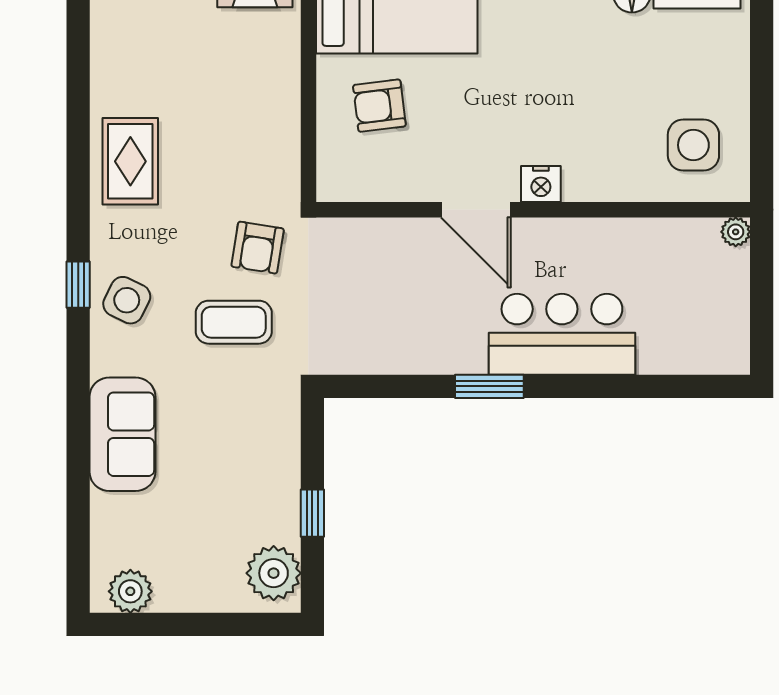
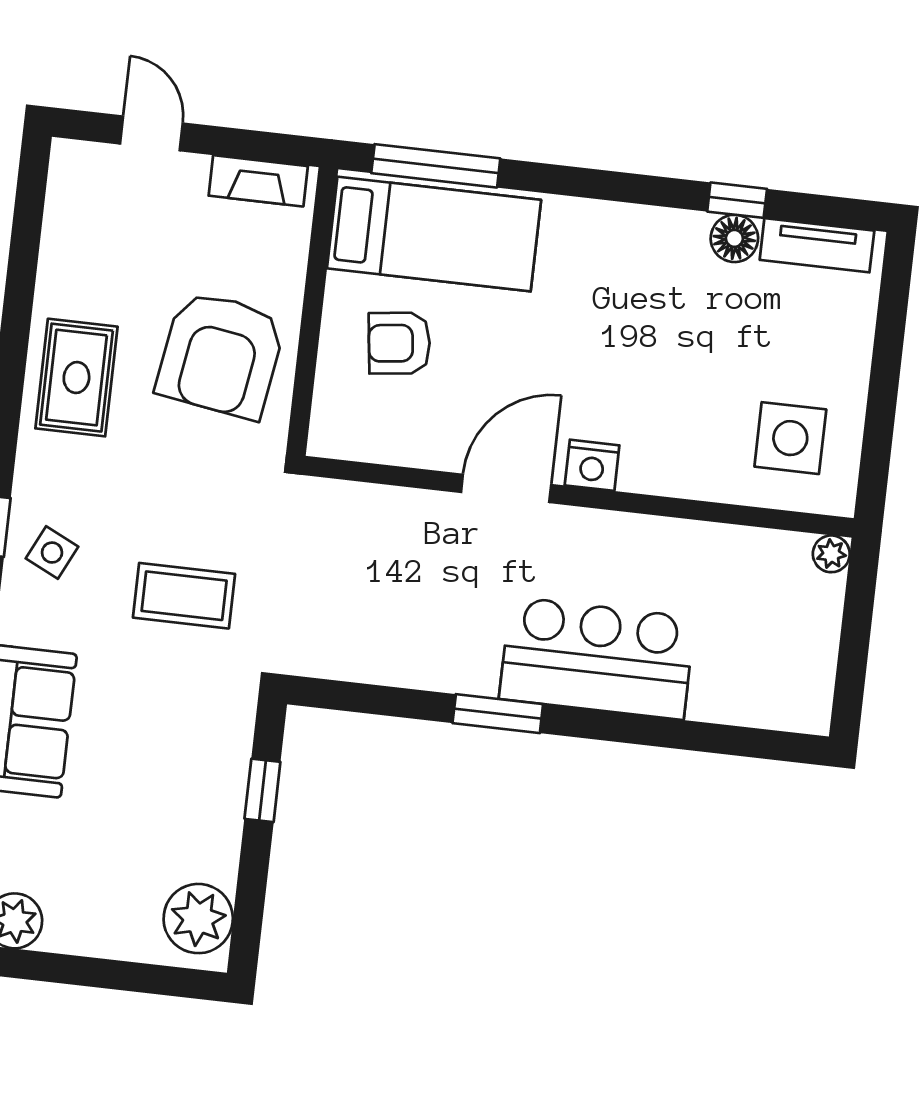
door: (476, 210) -> (506, 488), swing flipped
armchair: (258, 248) -> (221, 355), moved, width x1.88, depth x1.88
side table: (127, 300) -> (52, 553), width x0.73, depth x0.73
window: (312, 513) -> (262, 790), moved

